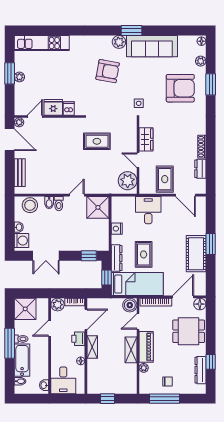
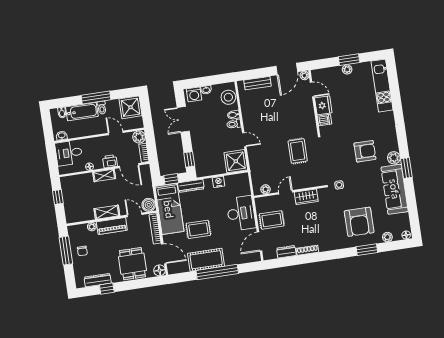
armchair: (108, 71) -> (365, 151), turned -100
plant: (128, 181) -> (266, 189), width x0.53, depth x0.53
desk: (148, 210) -> (241, 213), width x1.37
window: (211, 244) -> (217, 272), width x2.11
rug: (144, 254) -> (198, 229), moved

